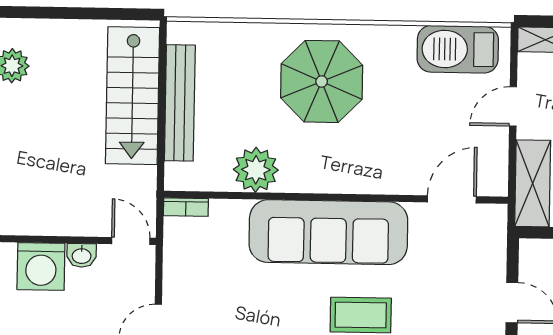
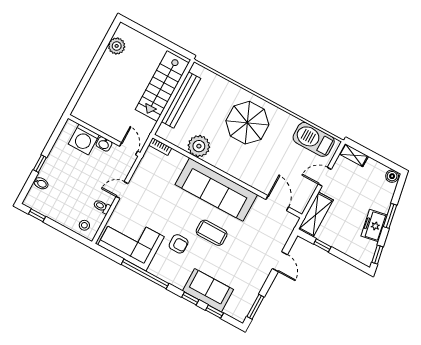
door: (452, 199) -> (277, 203), hinge flipped

